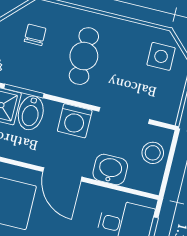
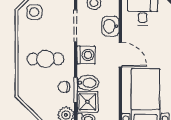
chair: (35, 35) -> (64, 87), moved
door: (62, 174) -> (120, 55), hinge flipped

